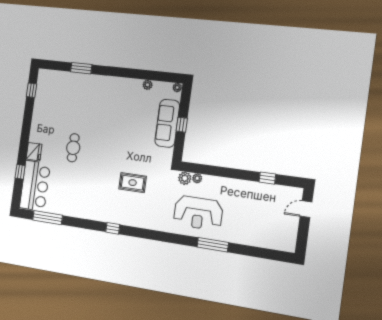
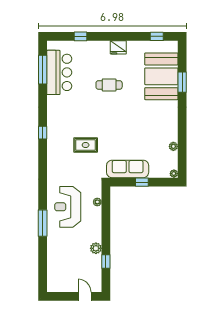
booth: (72, 90) -> (161, 76), added
sofa: (167, 123) -> (128, 169), moved
fridge: (34, 152) -> (118, 47), moved
plant: (185, 178) -> (96, 248), moved
rug: (133, 183) -> (86, 145), turned 90
bar counter: (35, 186) -> (59, 72), moved, turned -90

